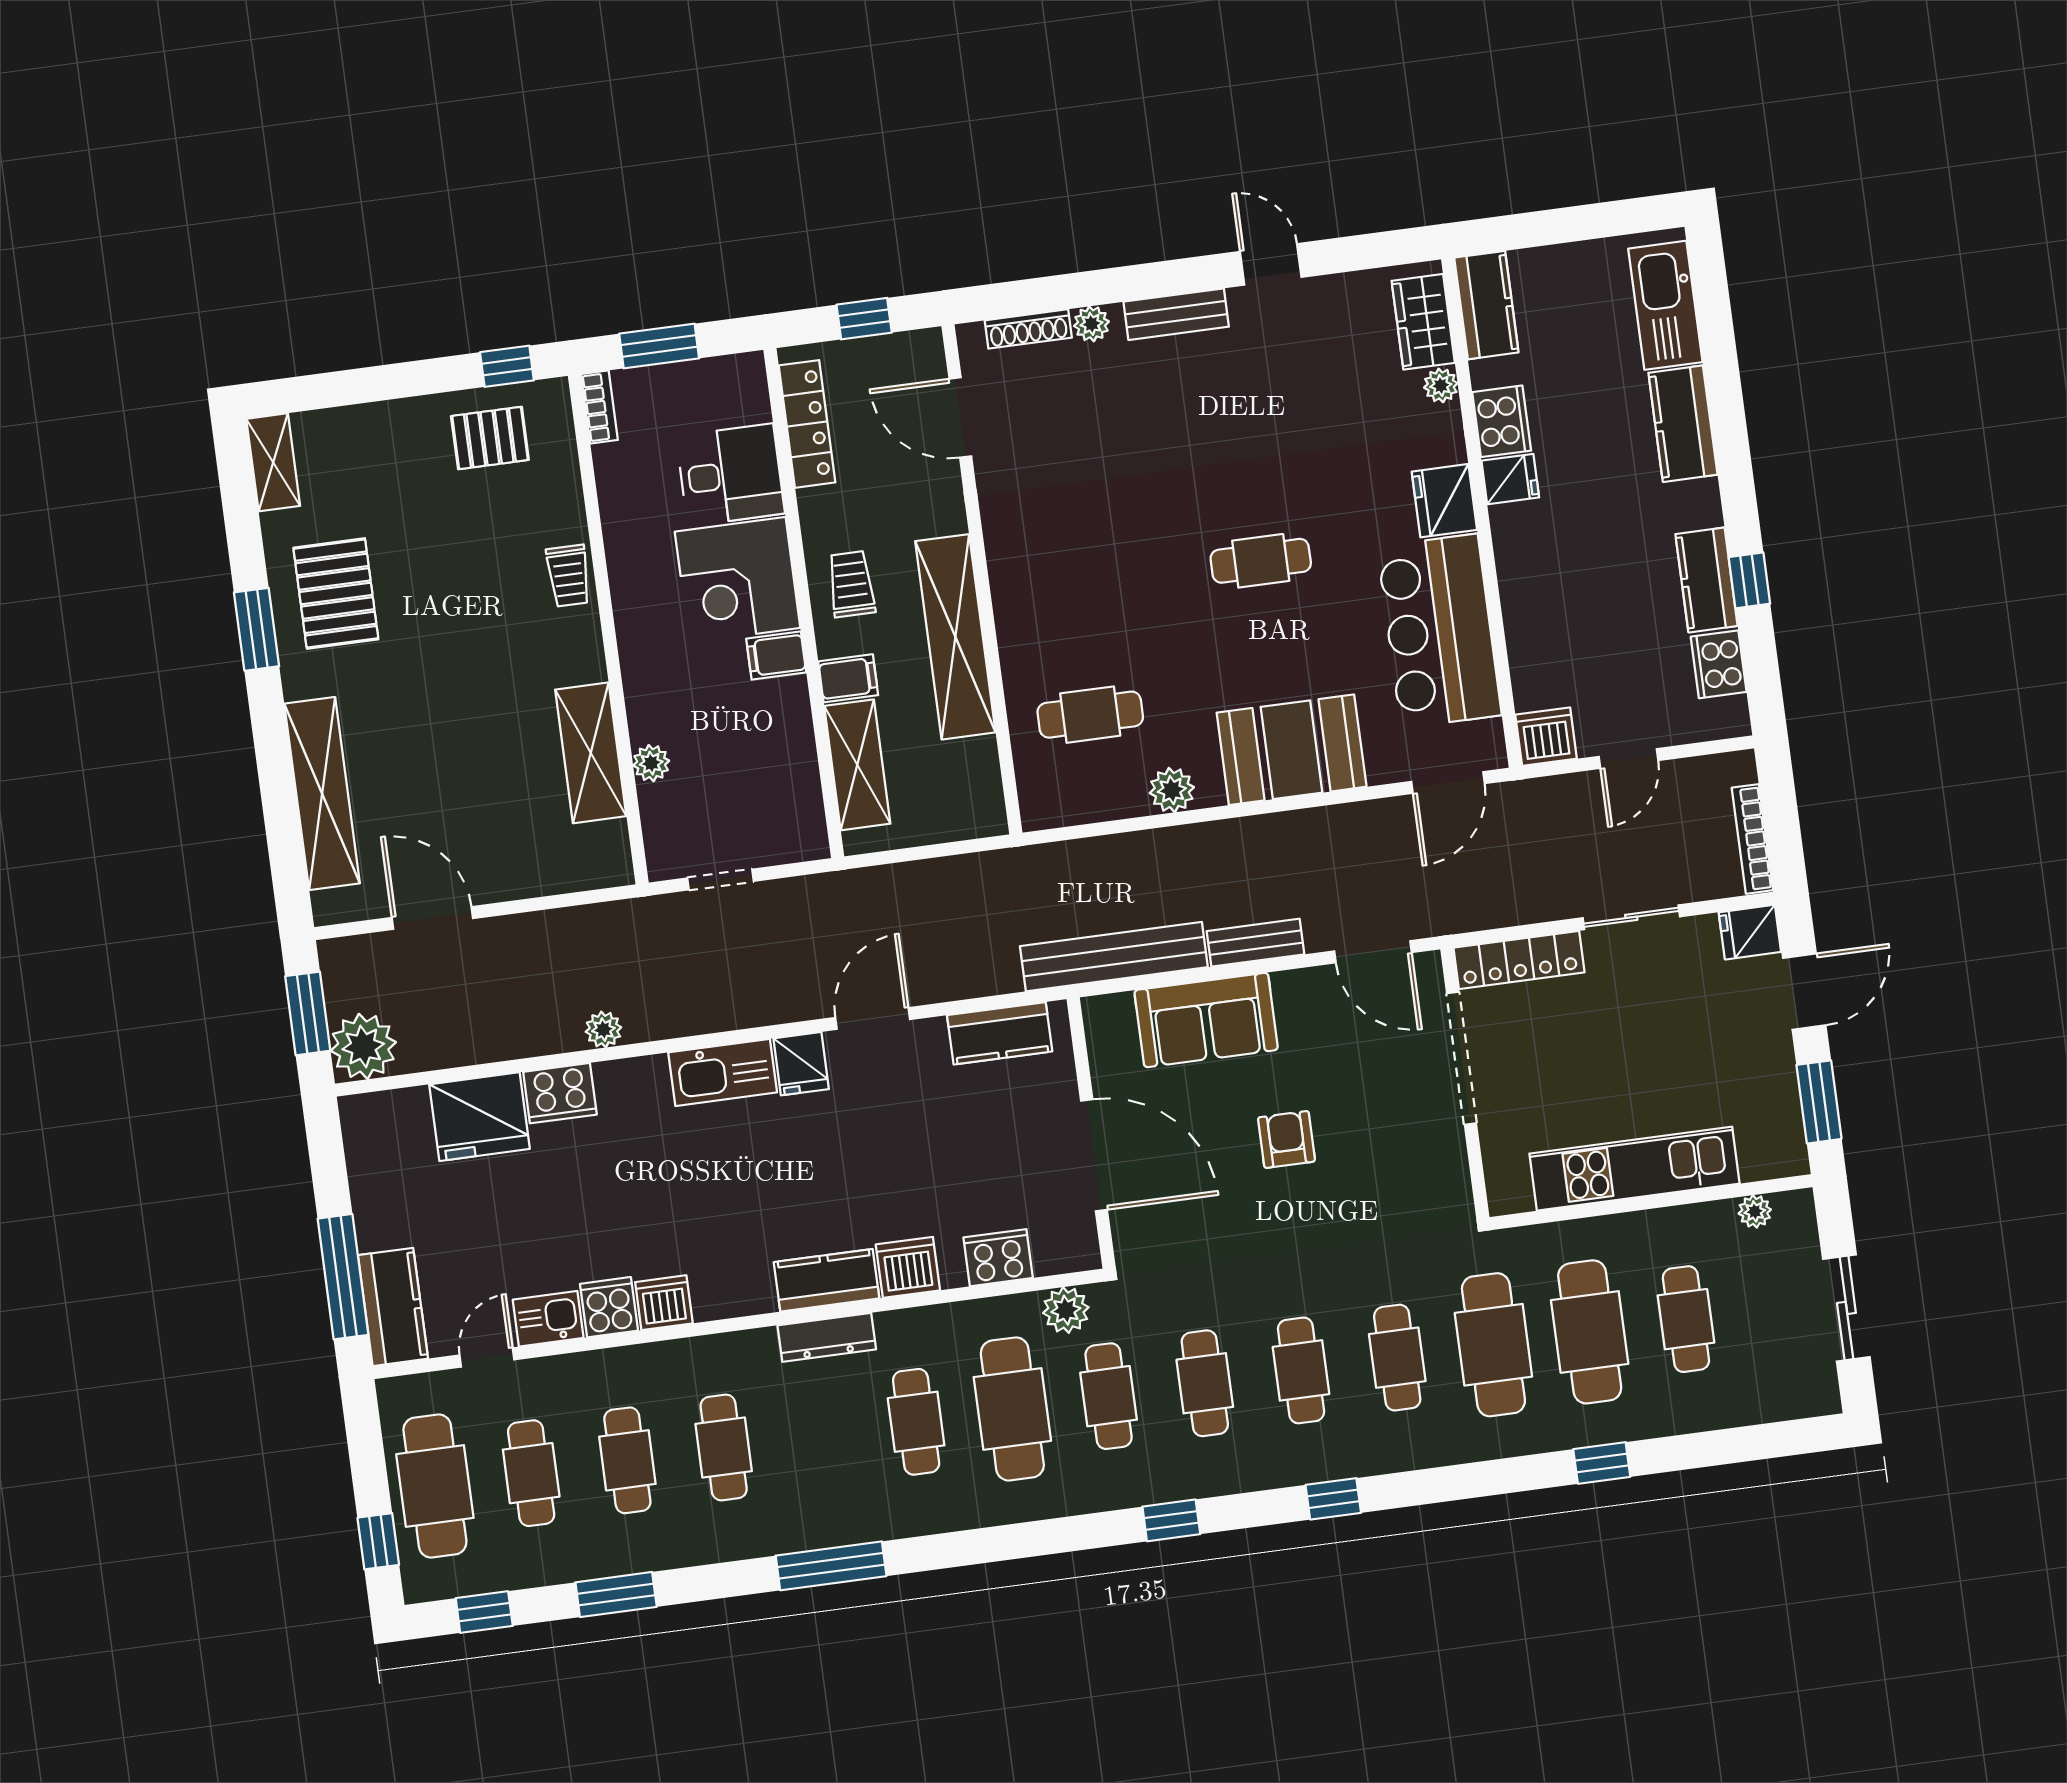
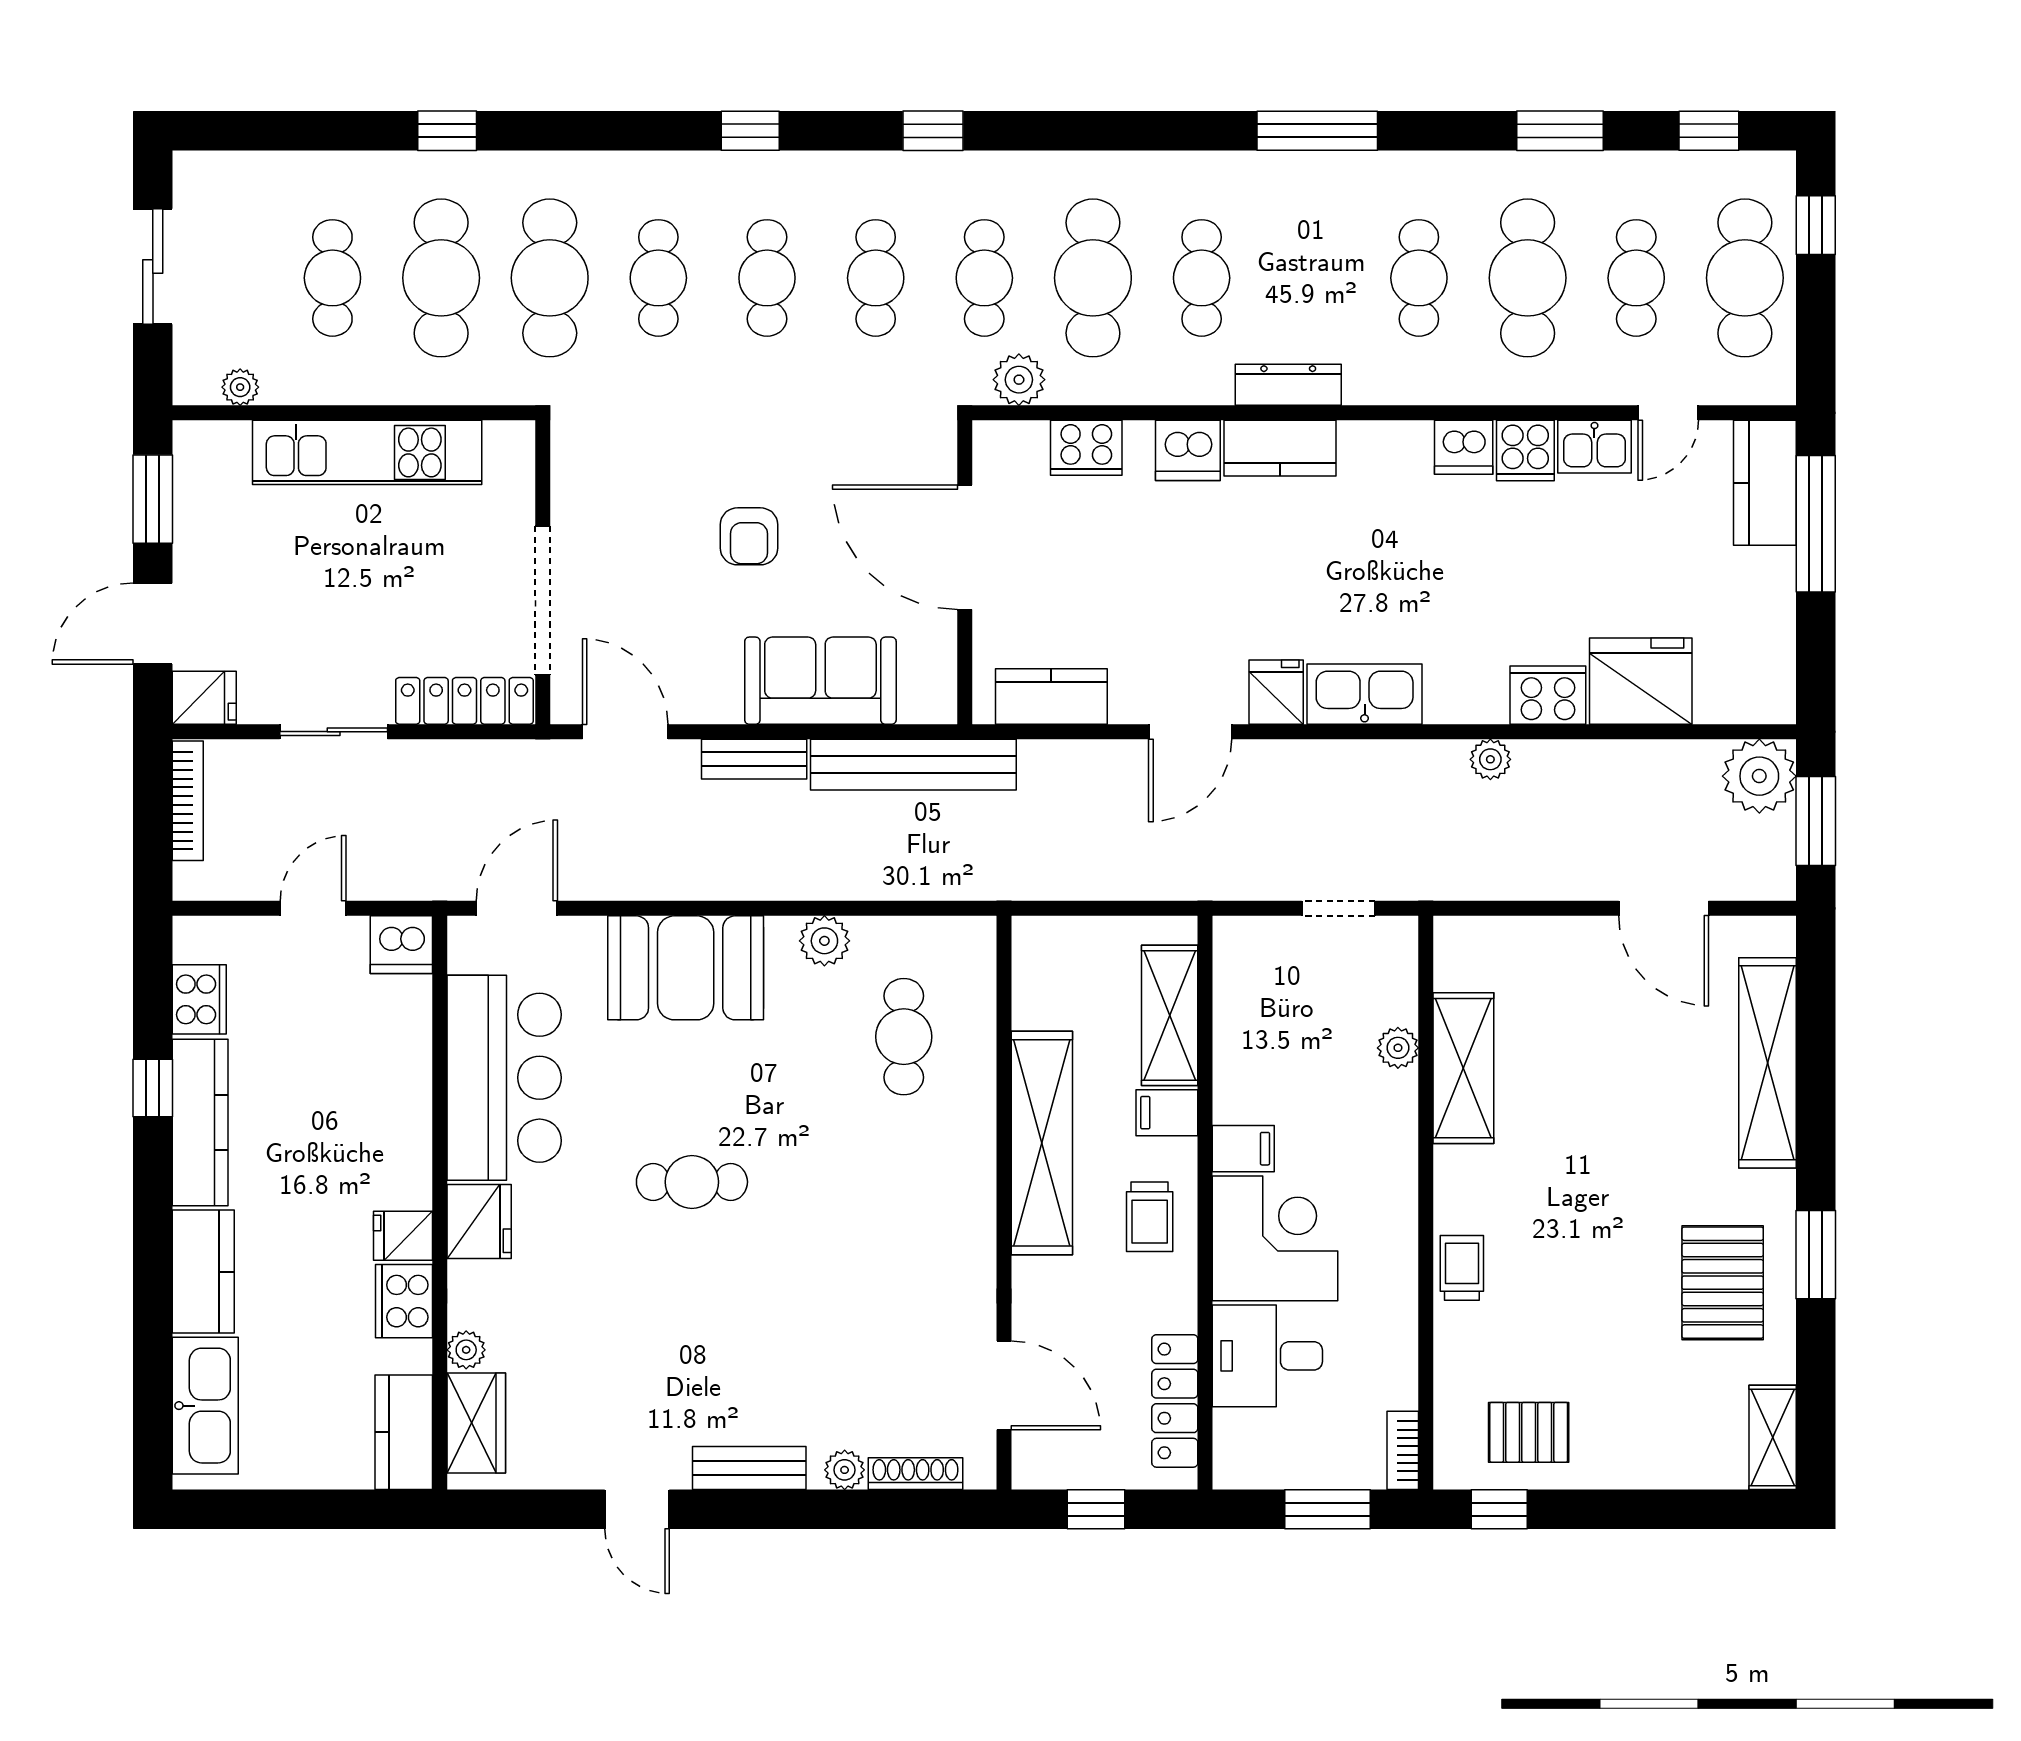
kitchen counter: (1707, 580) -> (200, 1122), width x1.50
cafe table: (1090, 715) -> (904, 1037), turned 90
cafe table: (627, 1460) -> (1528, 278), width x1.37, depth x1.35

